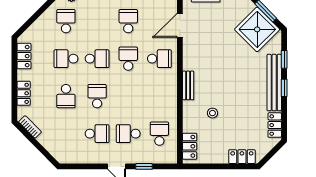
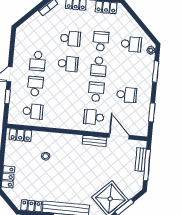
school desk: (128, 59) -> (96, 92), turned -90
school desk: (159, 59) -> (94, 117), turned 90
bench: (188, 85) -> (94, 141), moved
school desk: (66, 96) -> (70, 38), turned 180

